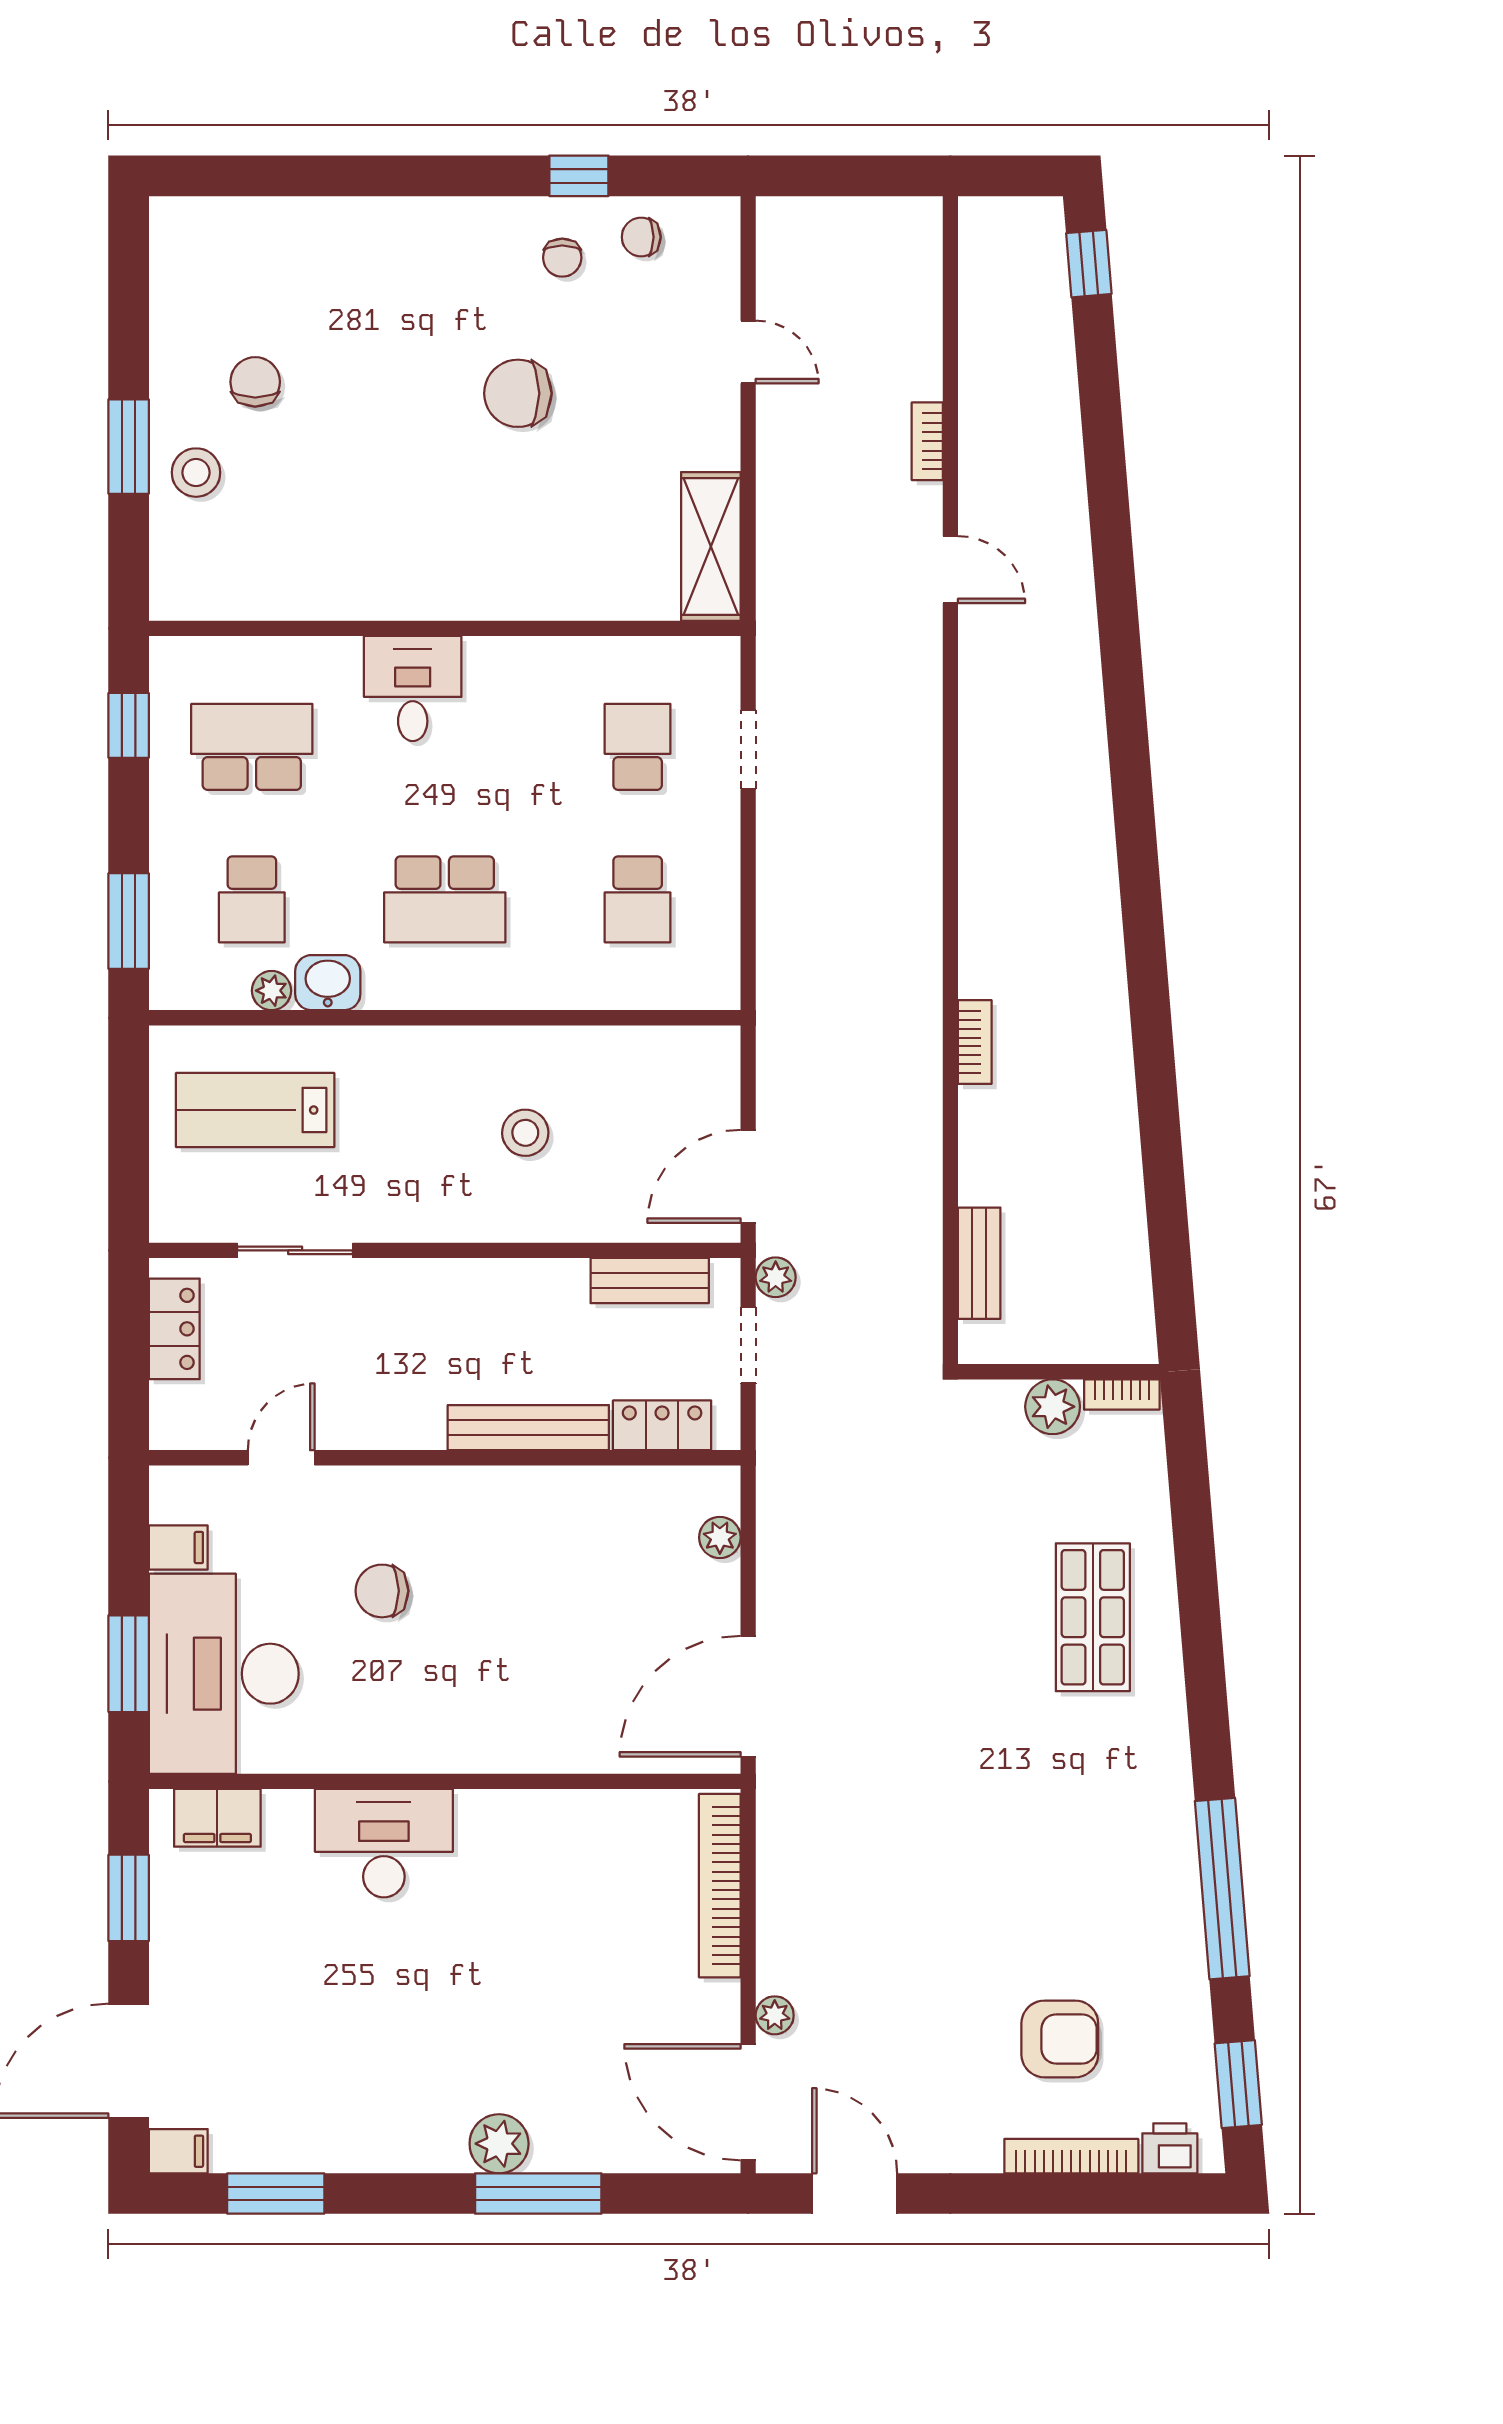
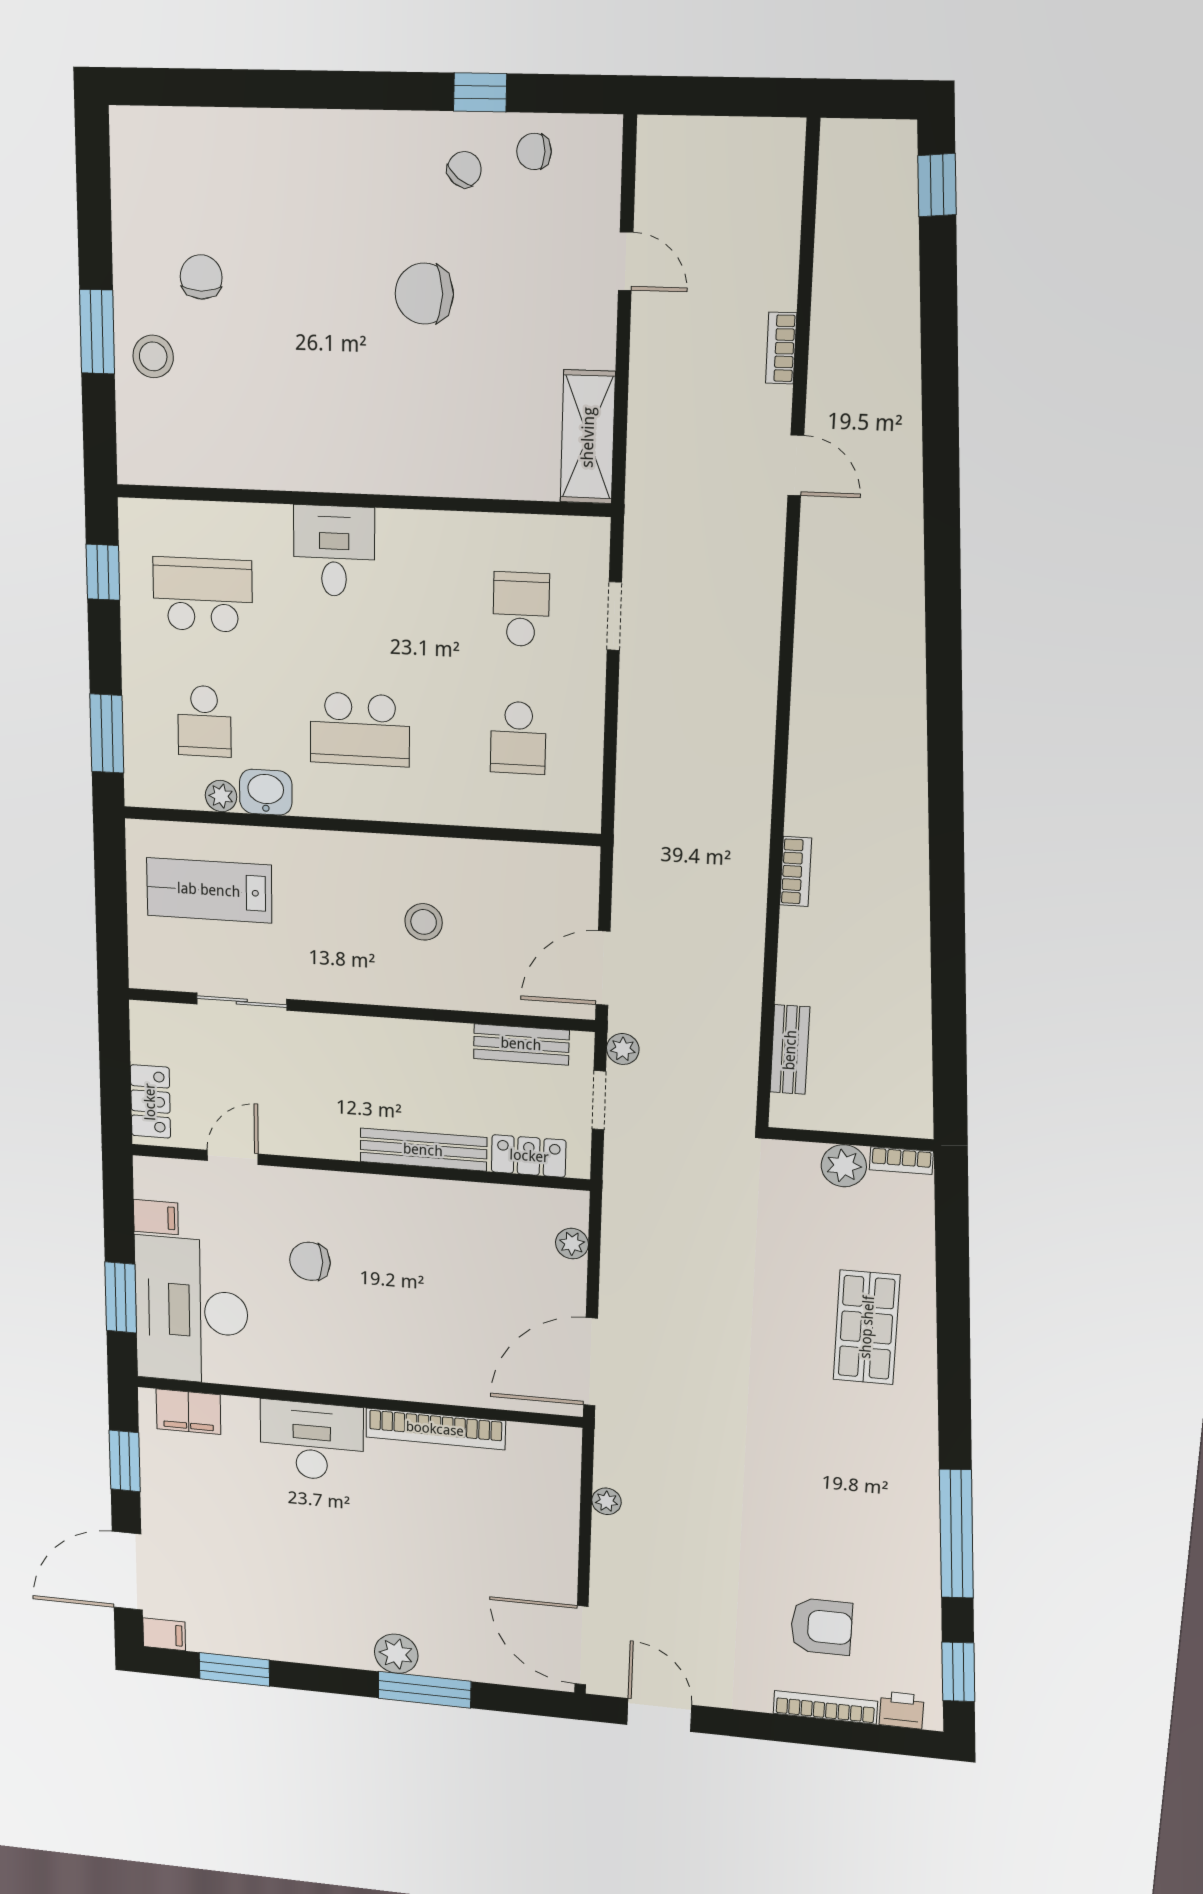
chair: (562, 258) -> (464, 169), turned -142
locker: (174, 1329) -> (150, 1102), moved
bookcase: (720, 1886) -> (435, 1429), moved, turned -90
plant: (775, 2015) -> (607, 1501), moved

